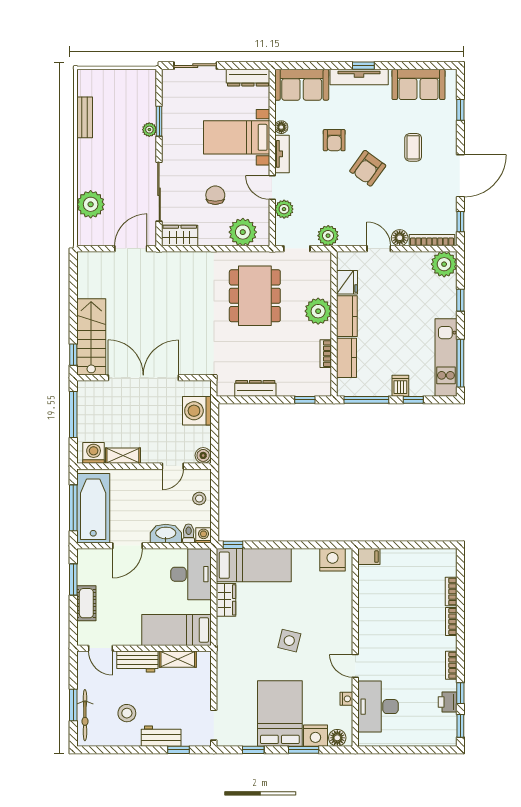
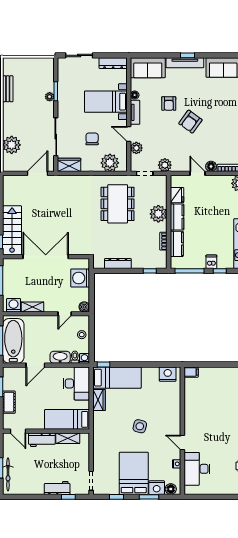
coffee table: (413, 147) -> (220, 108), removed
stool: (127, 713) -> (35, 473), removed

